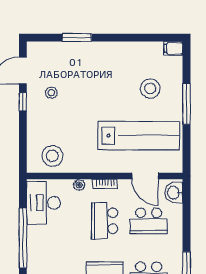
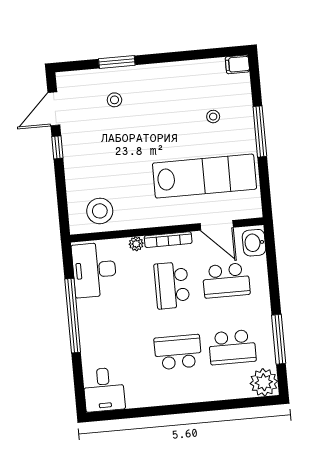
stool: (150, 88) -> (213, 117), width x0.53, depth x0.53
stool: (51, 93) -> (114, 100), moved
bookcase: (105, 184) -> (168, 240), width x1.56

